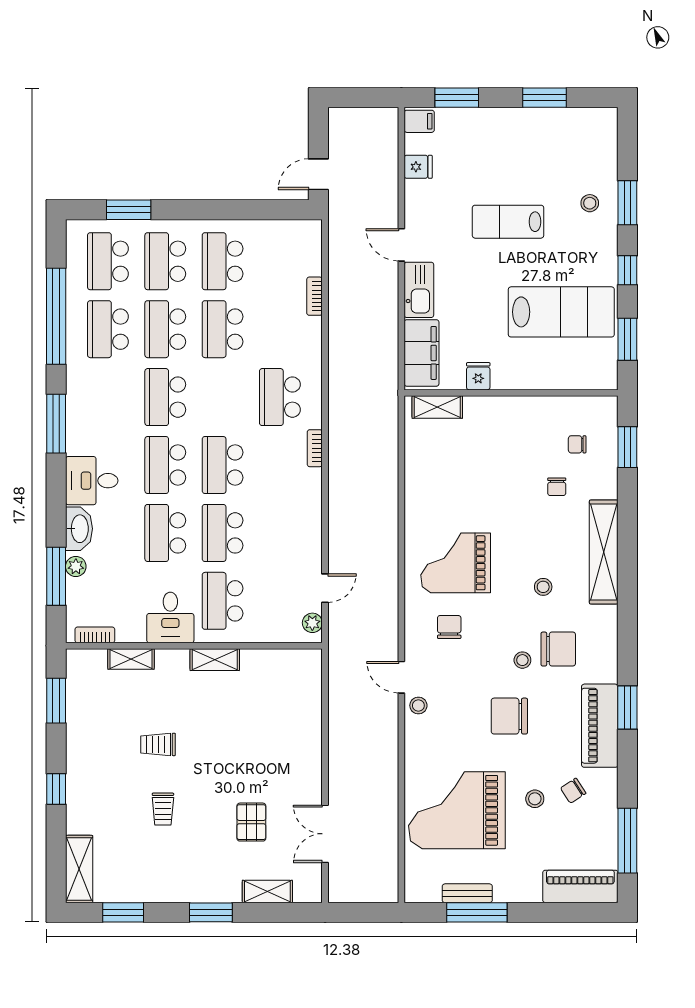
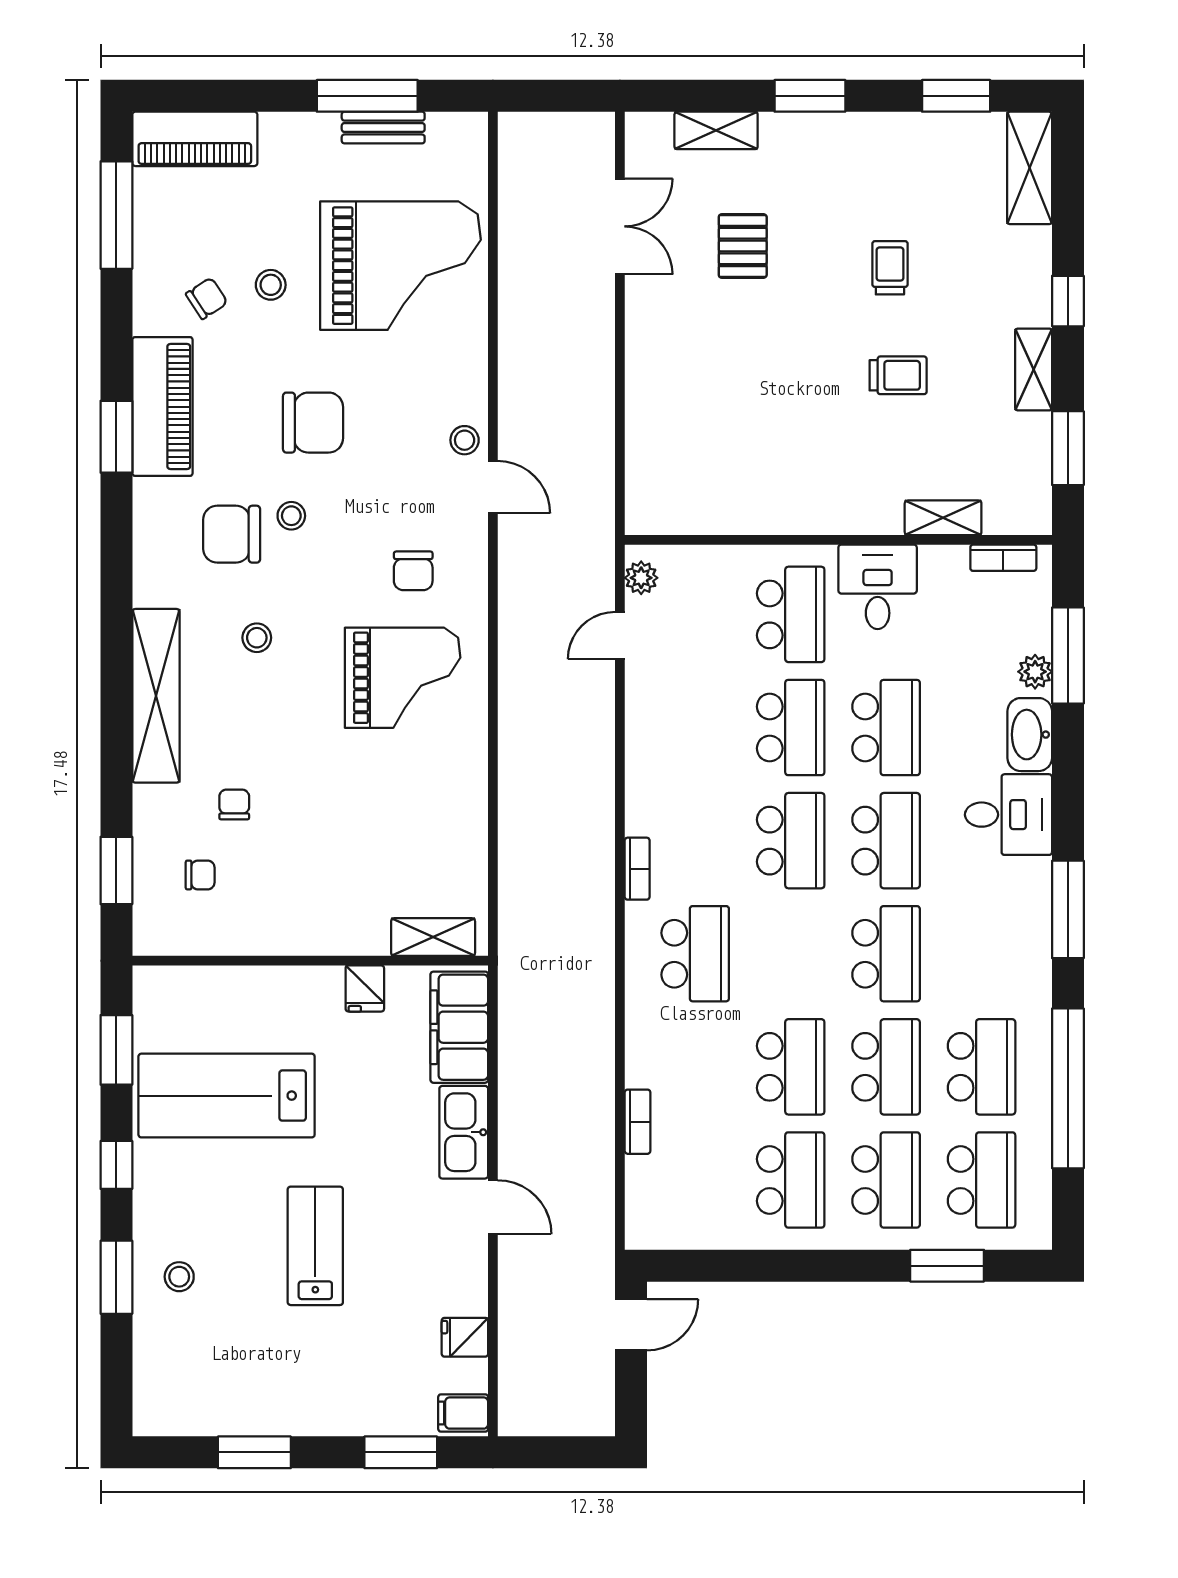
lab bench: (508, 222) -> (315, 1246), turned -90
shelving: (215, 660) -> (1034, 369), moved, turned 90

